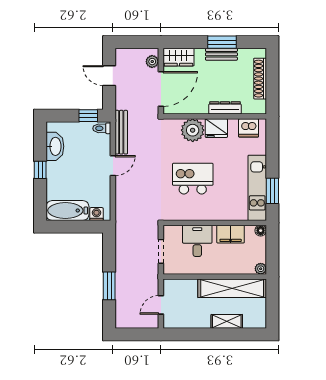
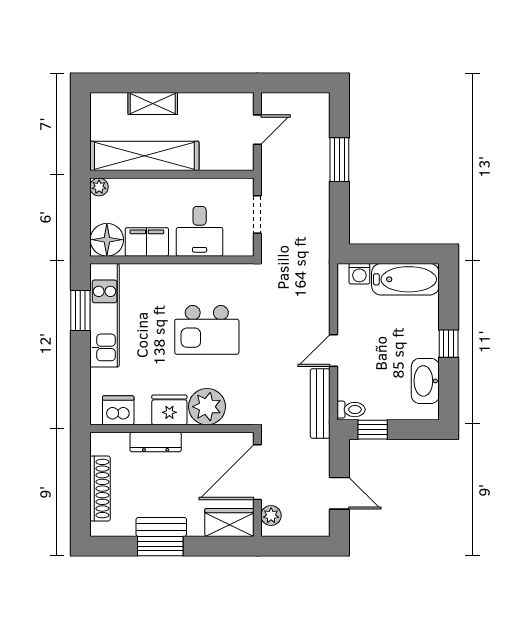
floor lamp: (261, 231) -> (107, 240), width x1.89, depth x1.89

